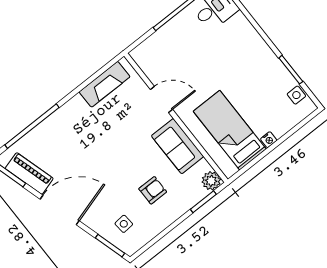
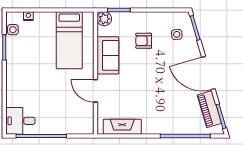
nightstand: (269, 140) -> (28, 16), moved

